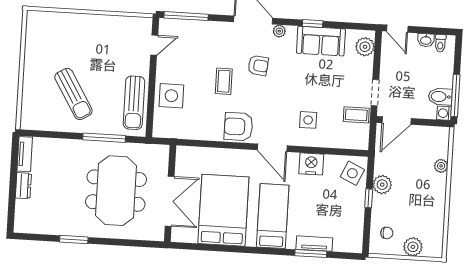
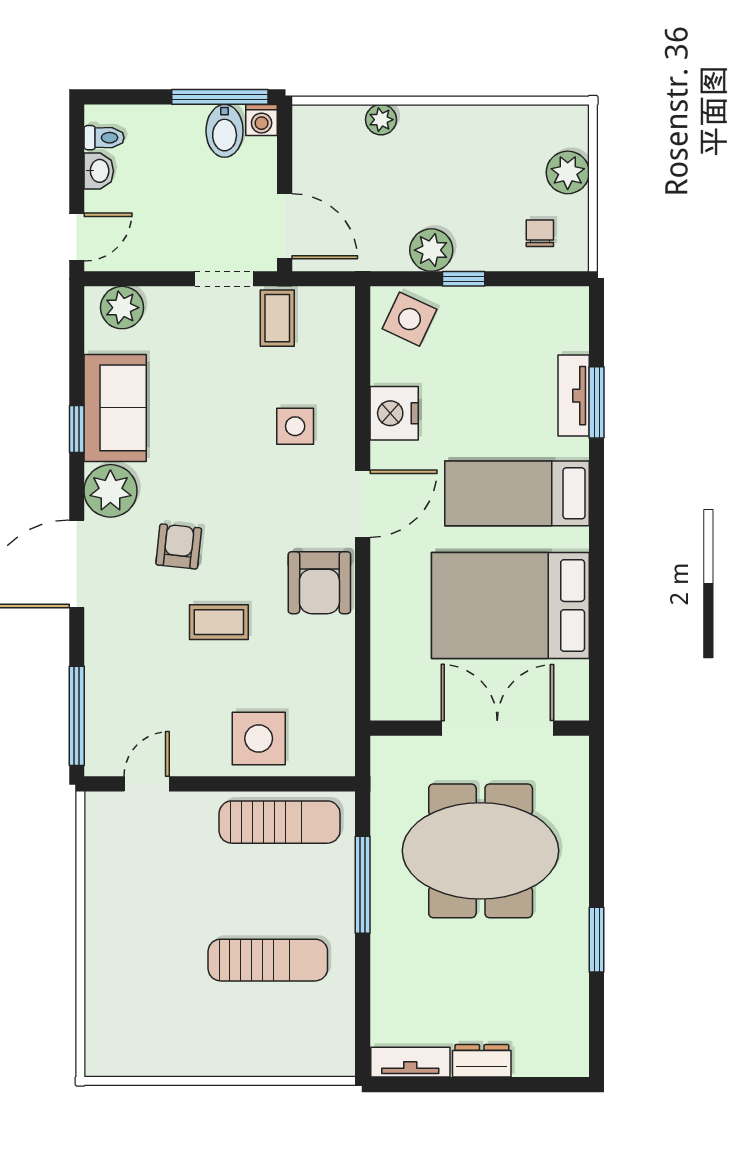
plant: (279, 31) -> (110, 491), width x1.87, depth x1.87
door: (154, 45) -> (147, 784), hinge flipped
sun lounger: (73, 94) -> (268, 960), turned 31

